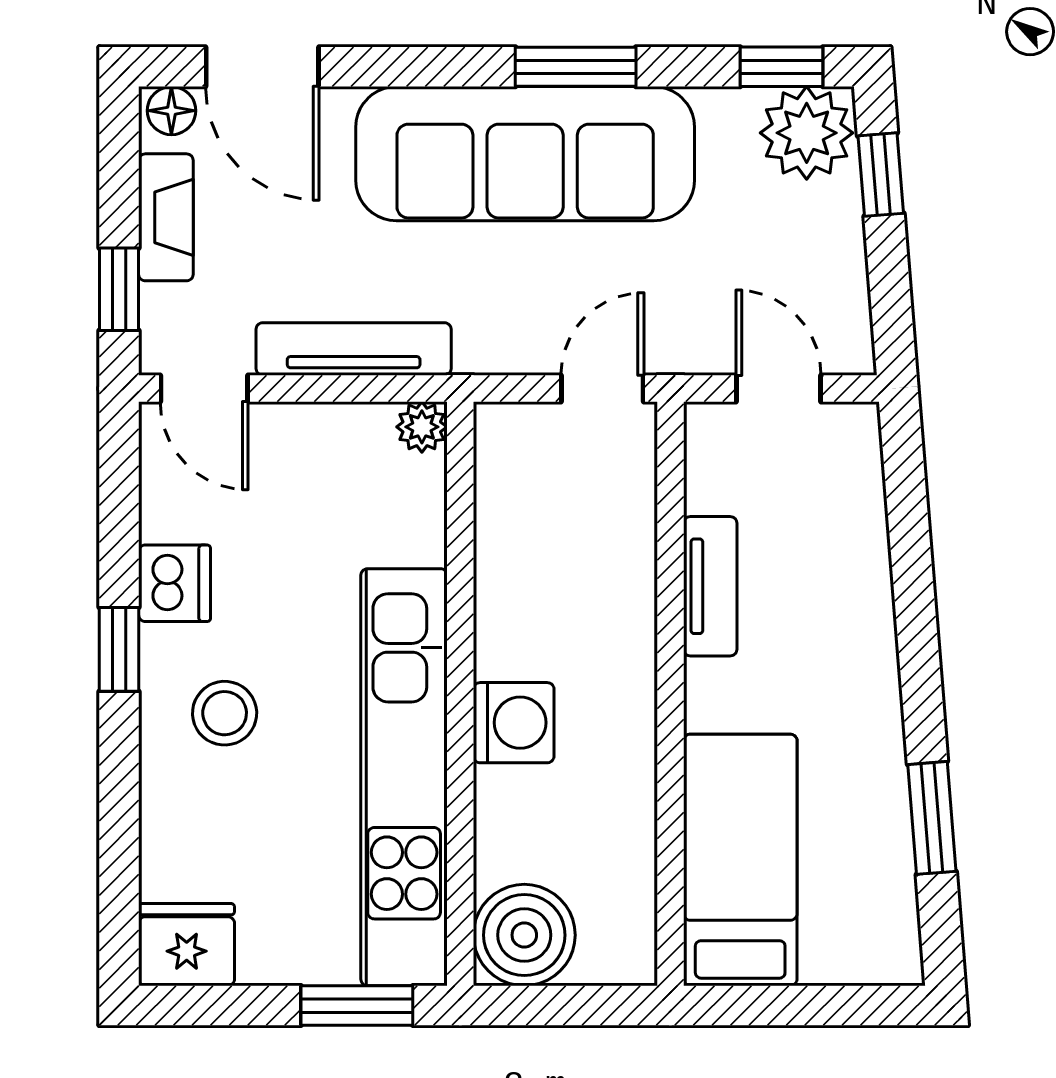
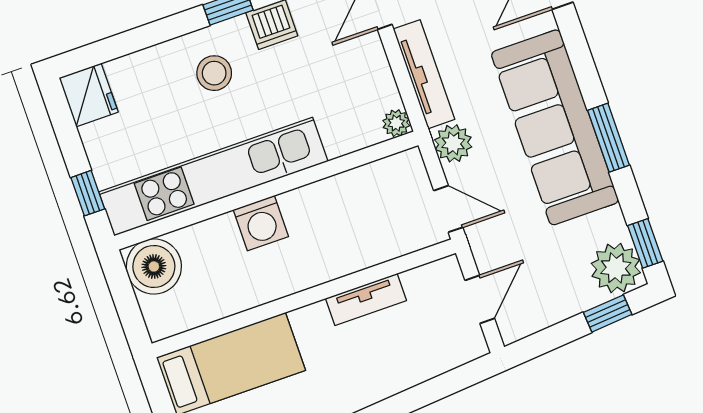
plant: (491, 340) -> (453, 143), added
window: (357, 1006) -> (88, 193), width x0.67

